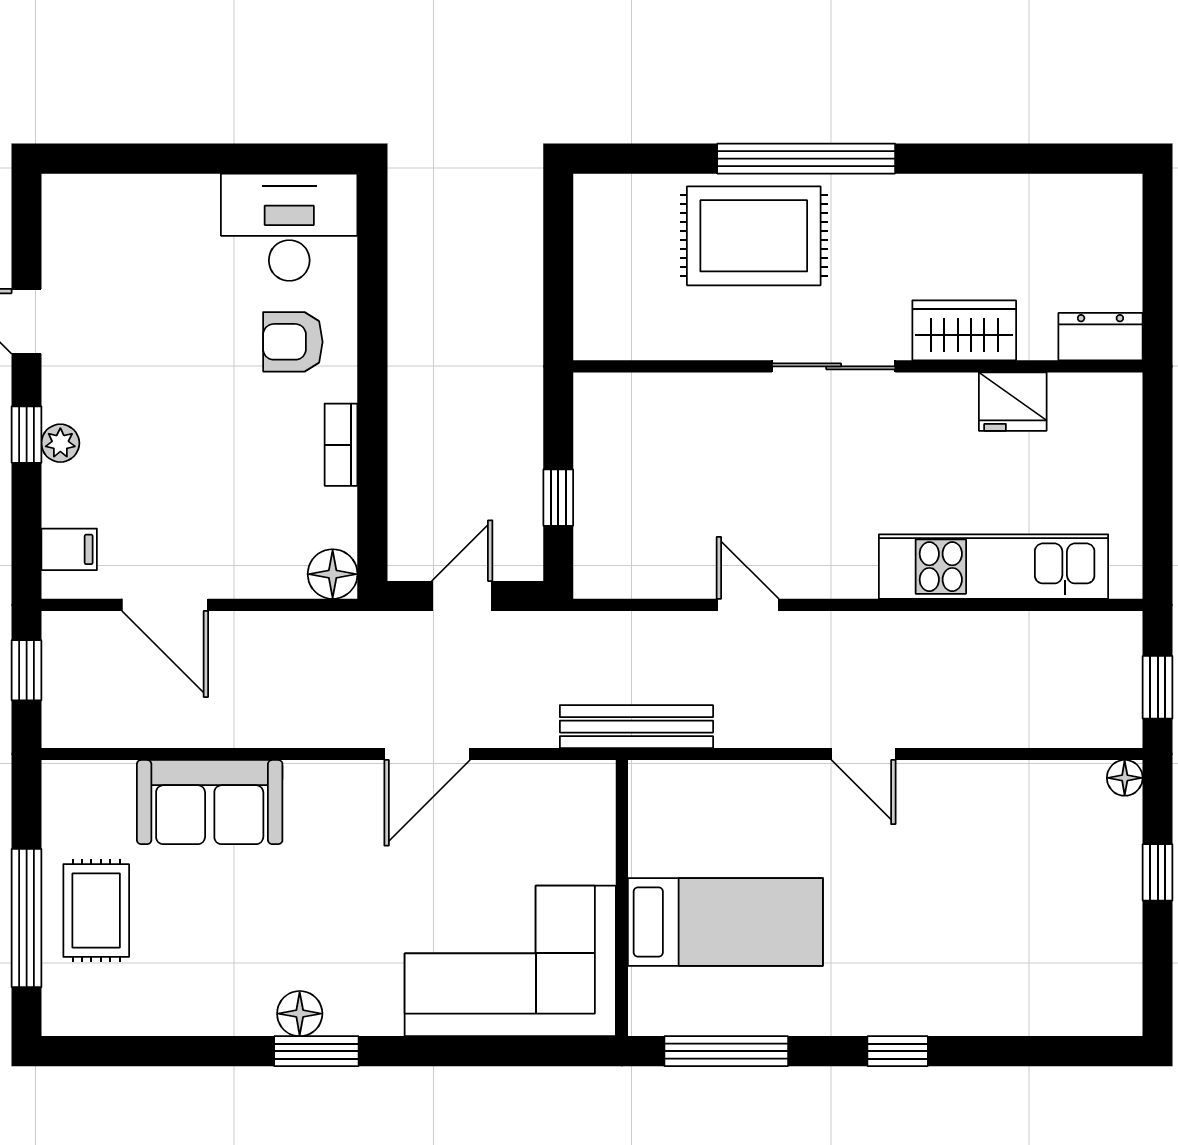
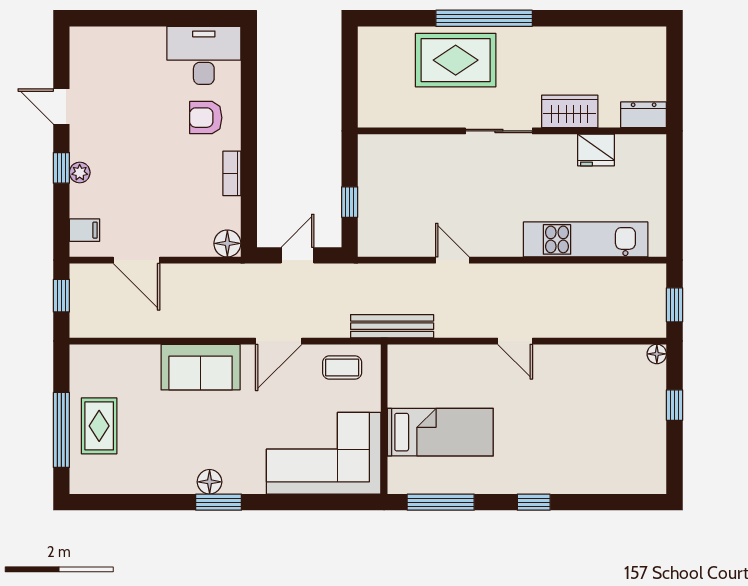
sofa: (210, 802) -> (201, 367), moved
coffee table: (544, 803) -> (342, 368), added

